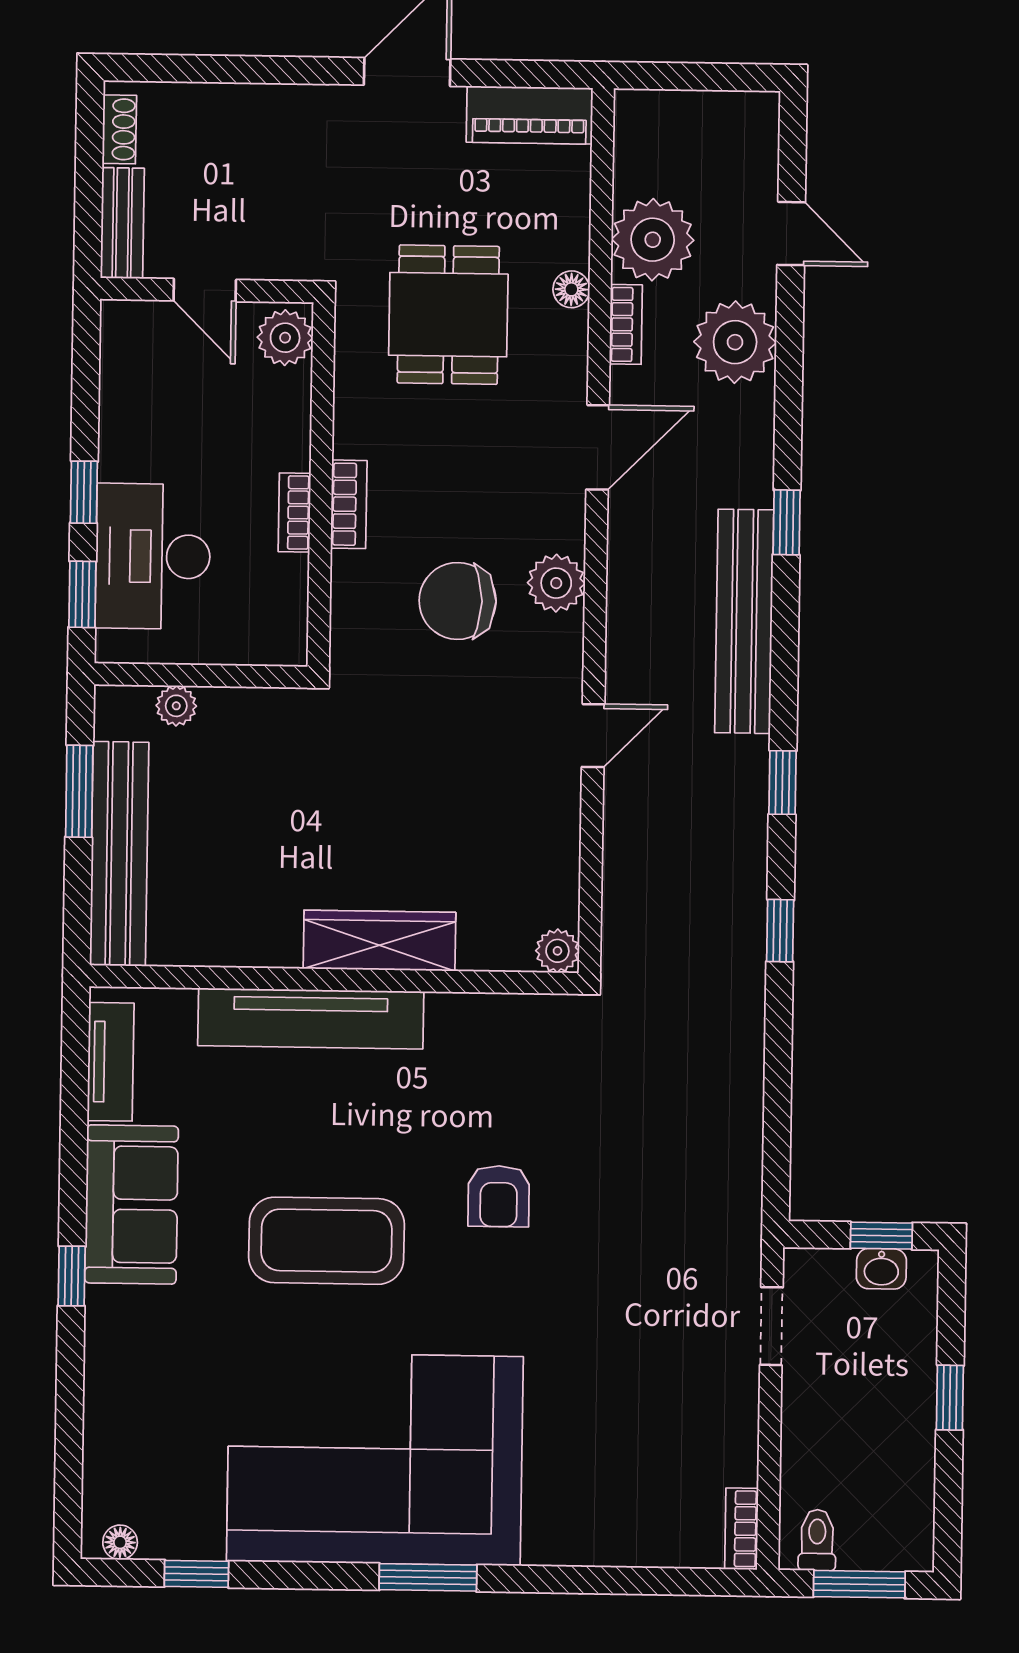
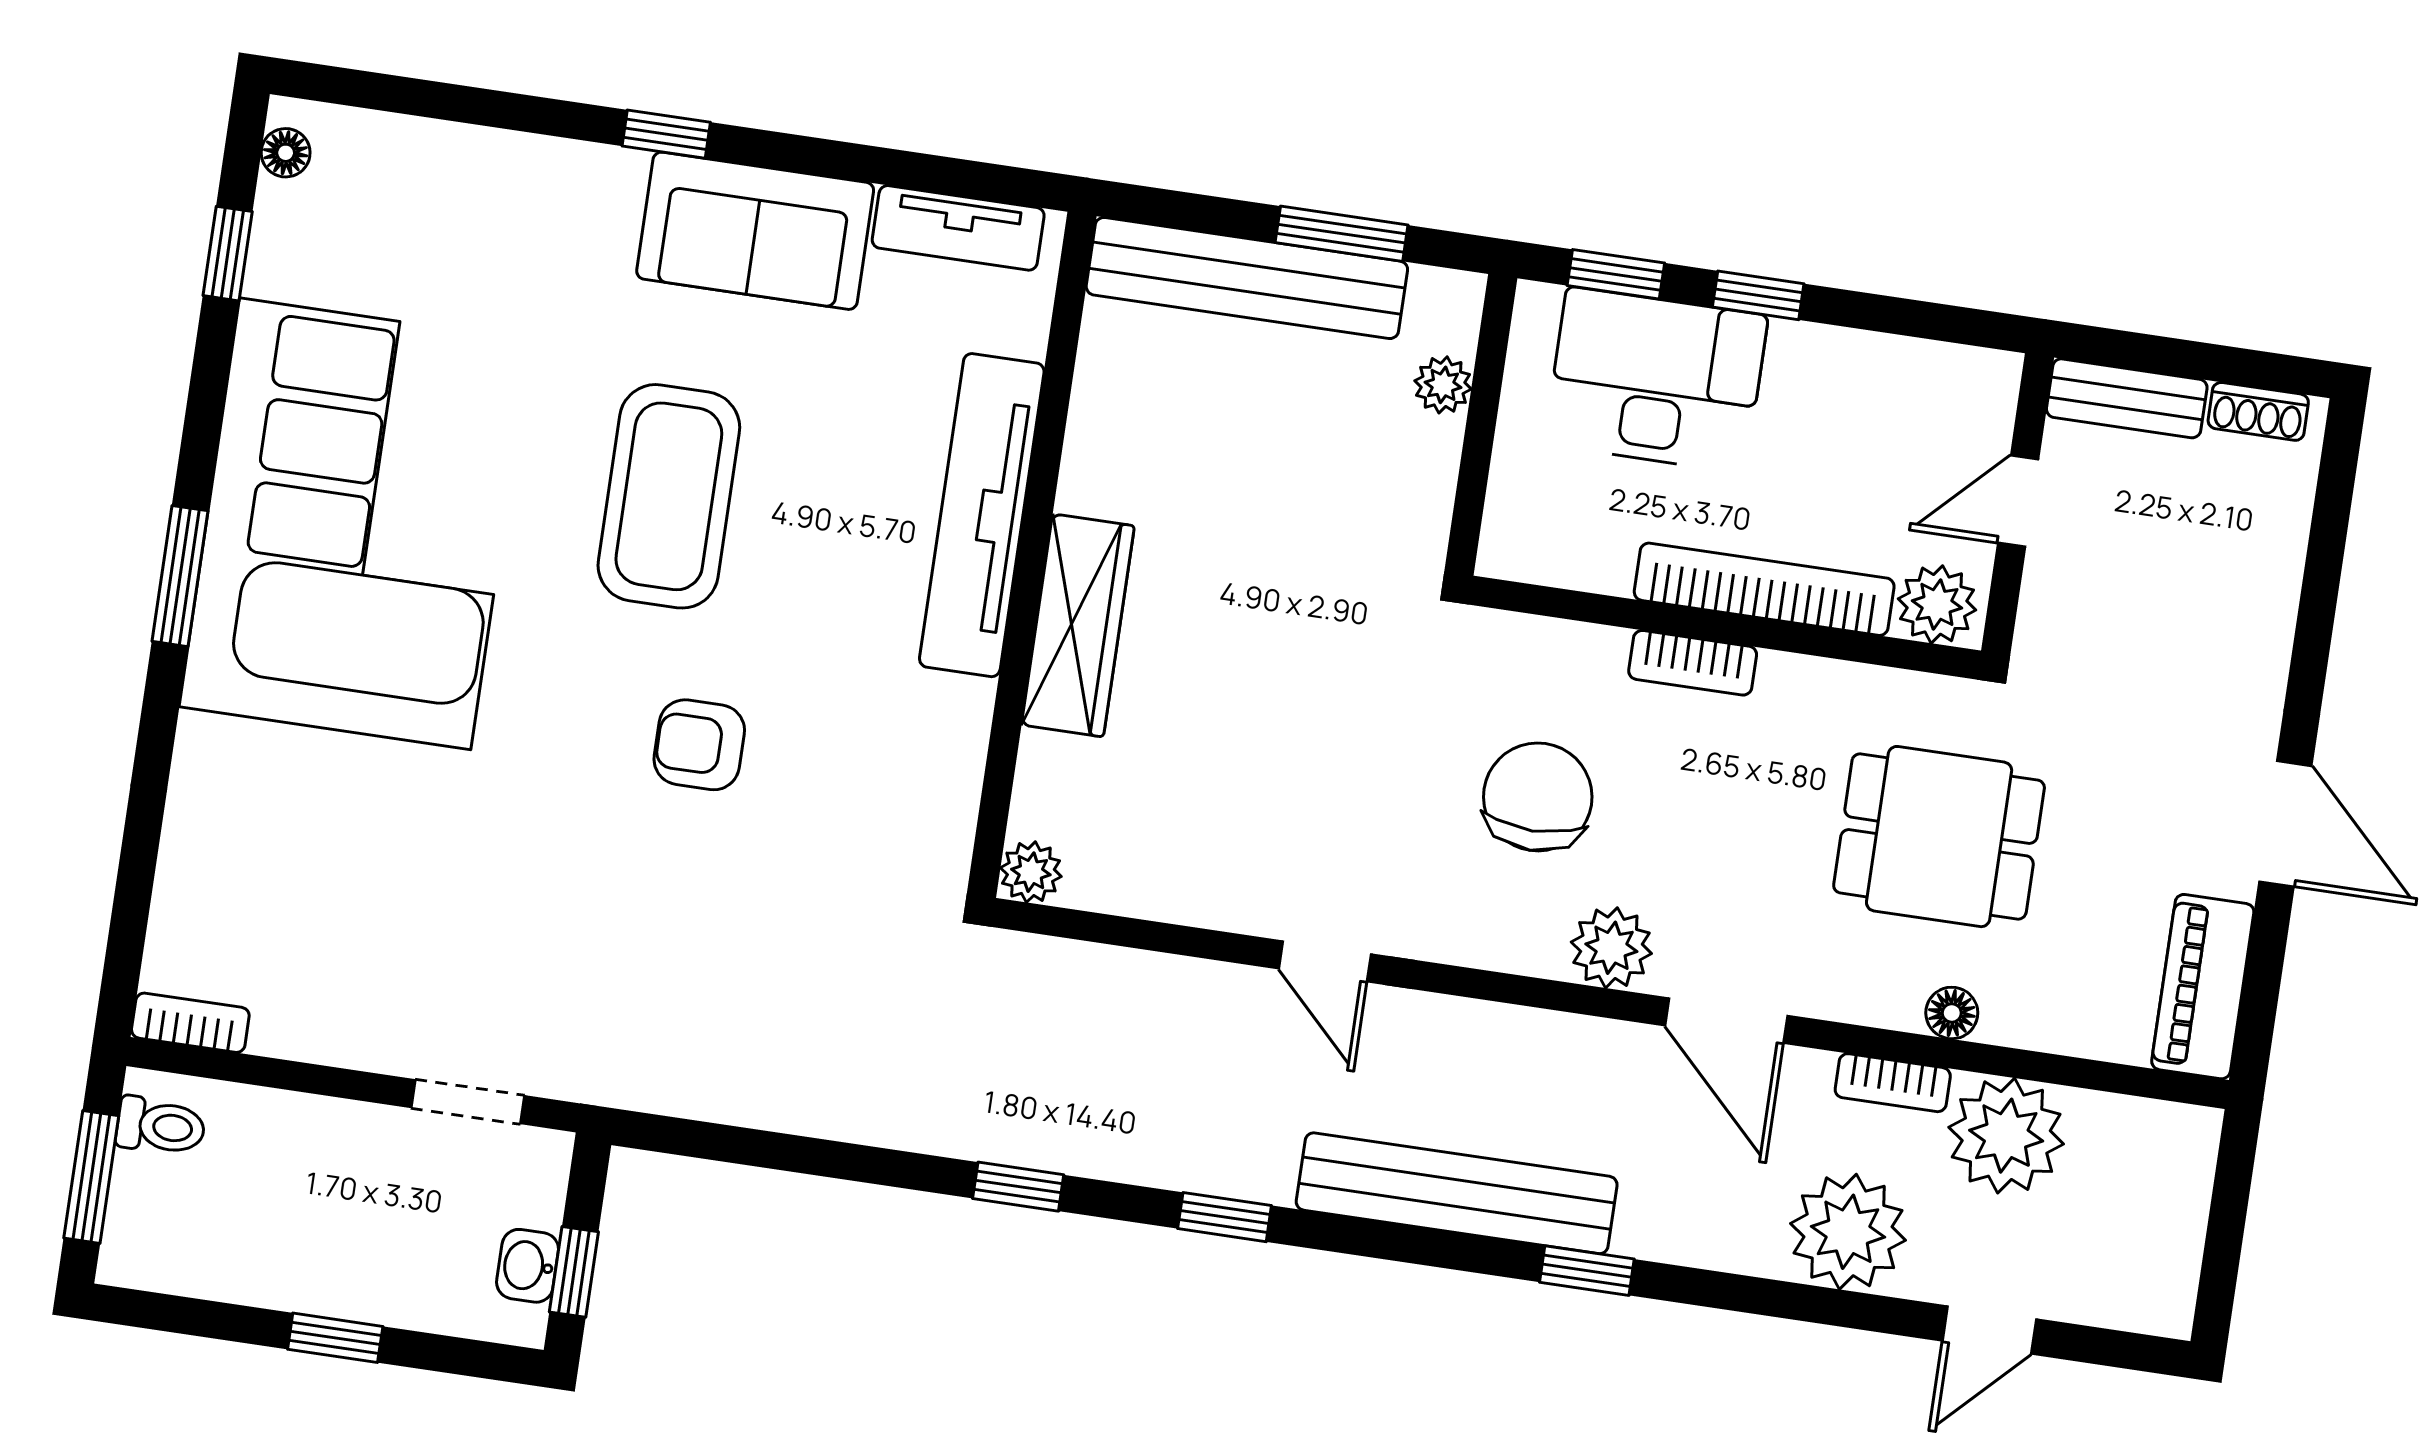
bookcase: (294, 512) -> (1764, 589), width x2.31, depth x1.31
plant: (556, 583) -> (1611, 948), moved

